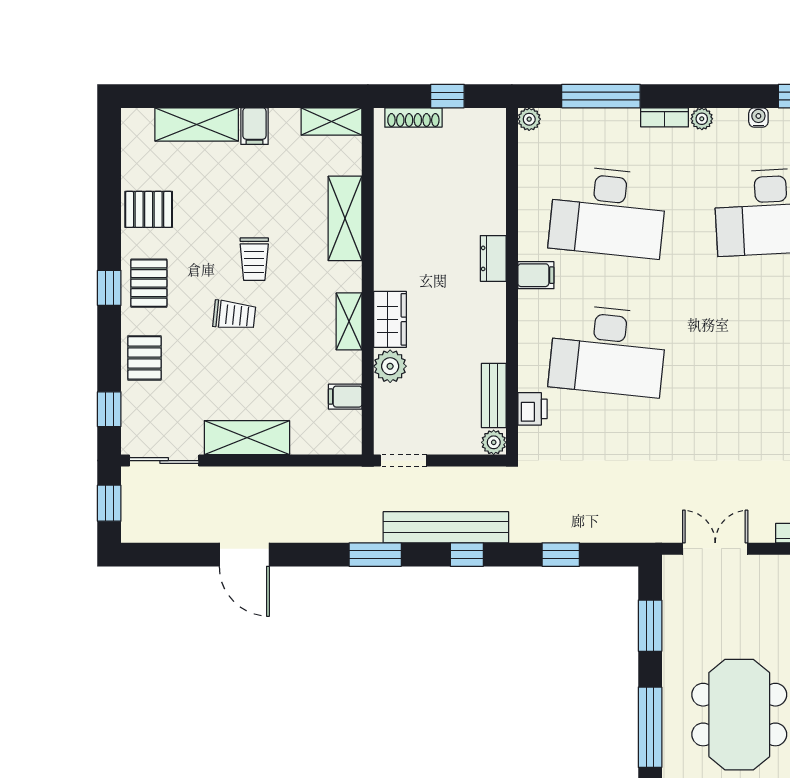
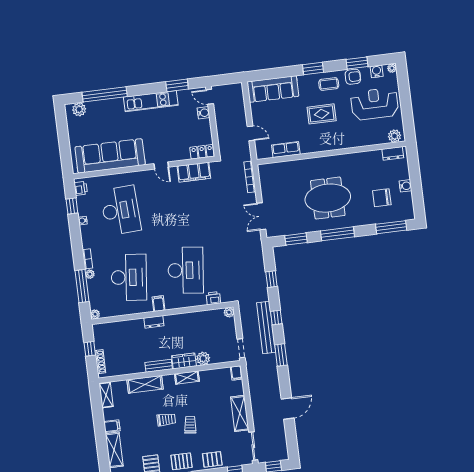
plant: (702, 119) -> (90, 274), moved
bench: (494, 395) -> (159, 366), moved
filing cabinet: (345, 397) -> (236, 373), moved

